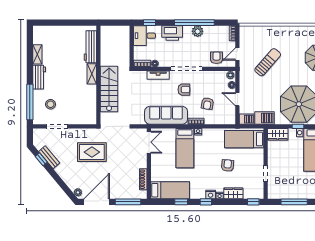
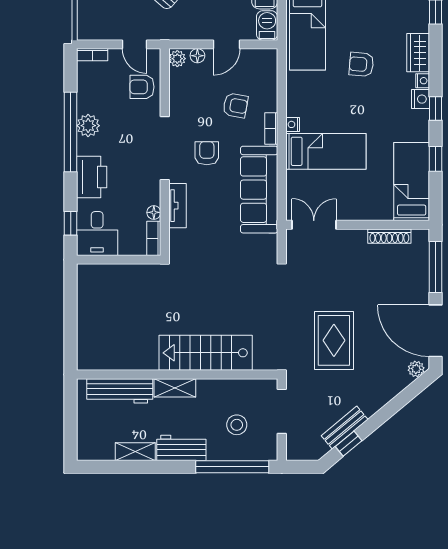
workbench: (90, 47) -> (120, 391), moved
shelving: (92, 74) -> (175, 388), moved
wall: (98, 75) -> (177, 374), moved
stairs: (109, 89) -> (206, 353), moved

